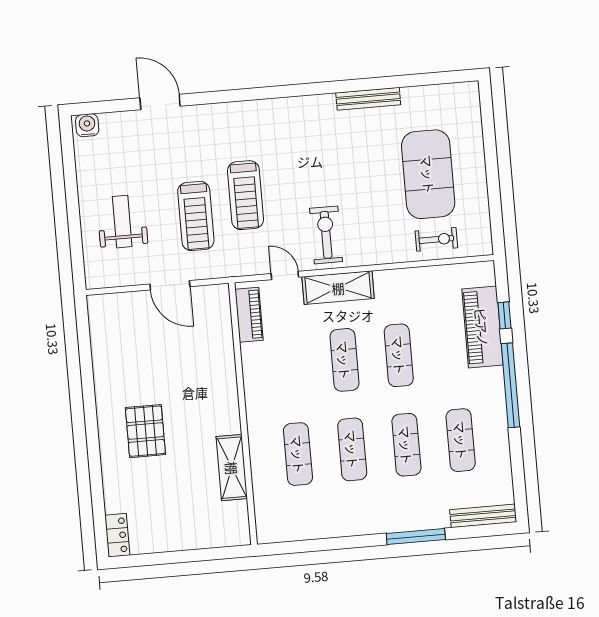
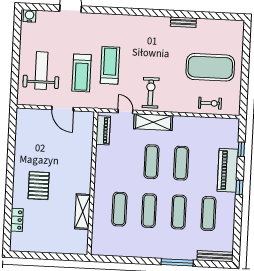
bench: (368, 99) -> (183, 22), width x0.73
exercise mat: (428, 174) -> (210, 67), turned 90
treadmill: (245, 195) -> (110, 65), turned 180
weight bench: (122, 222) -> (41, 71), width x1.36, depth x1.33
piano: (482, 327) -> (228, 170), moved
window: (510, 385) -> (239, 187), width x0.32
locker: (117, 535) -> (17, 220), moved

